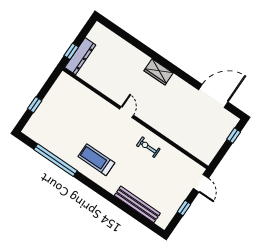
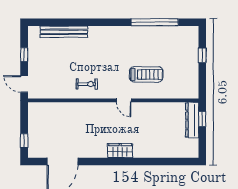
treadmill: (96, 160) -> (146, 74), moved

